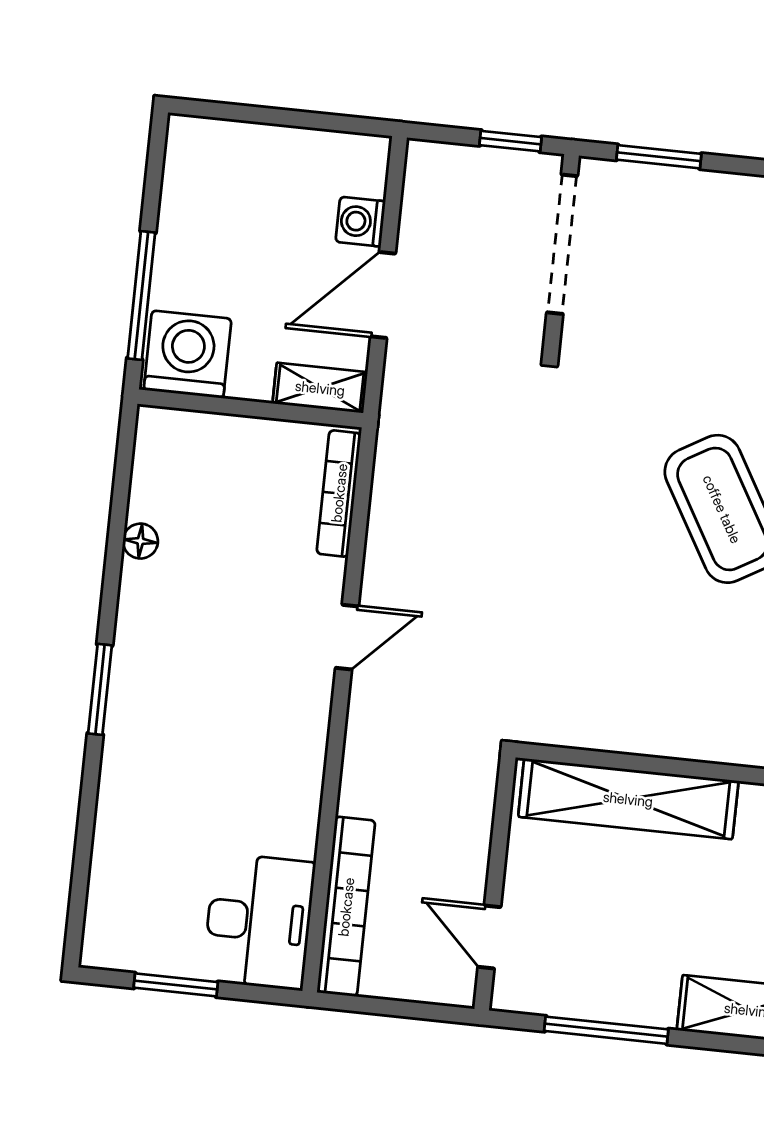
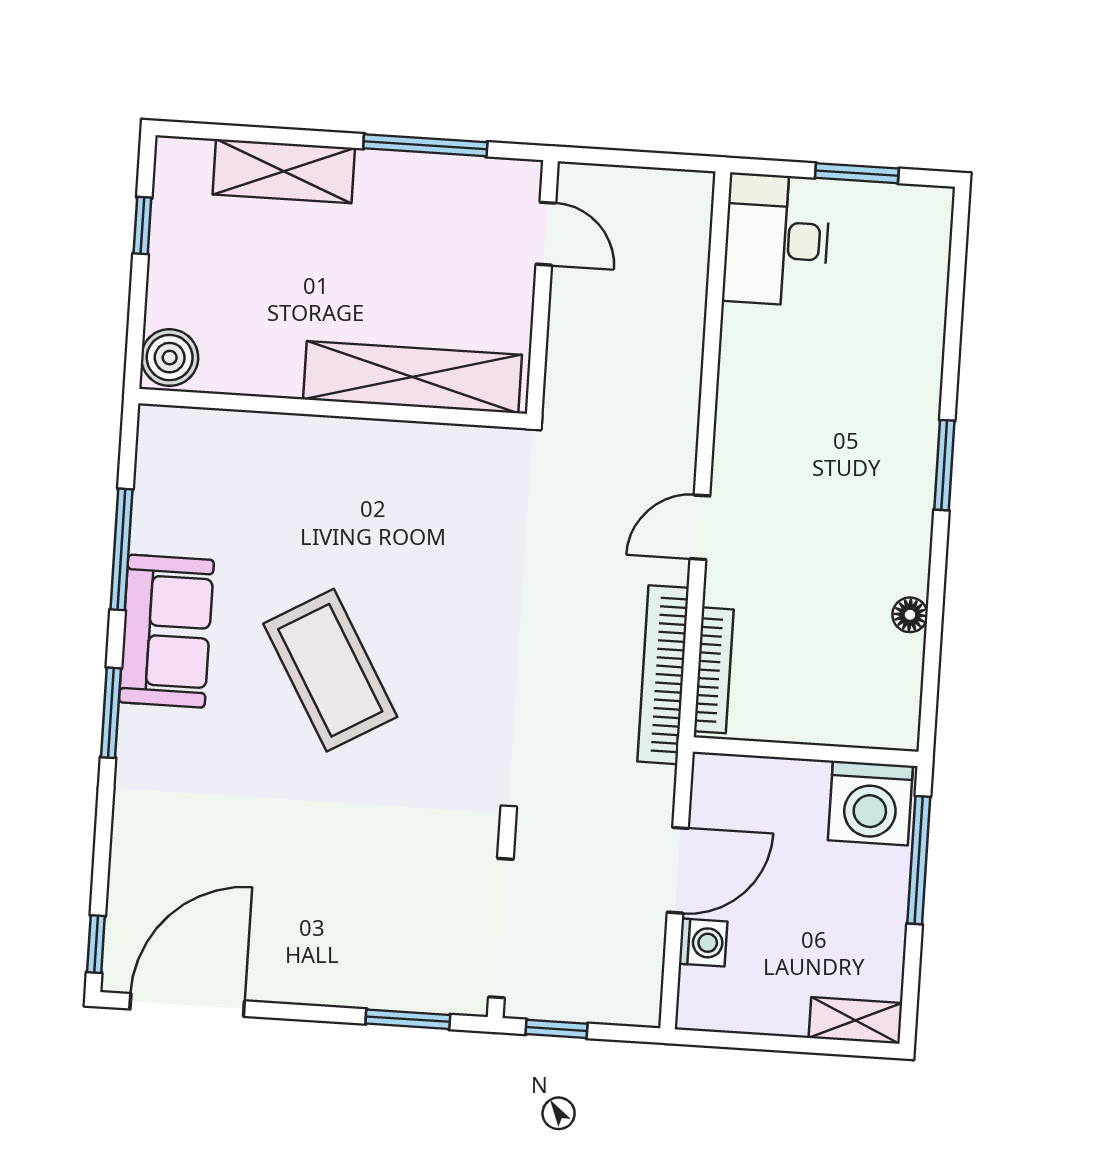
shelving: (320, 388) -> (856, 1020), moved
bookcase: (346, 907) -> (663, 675), moved

